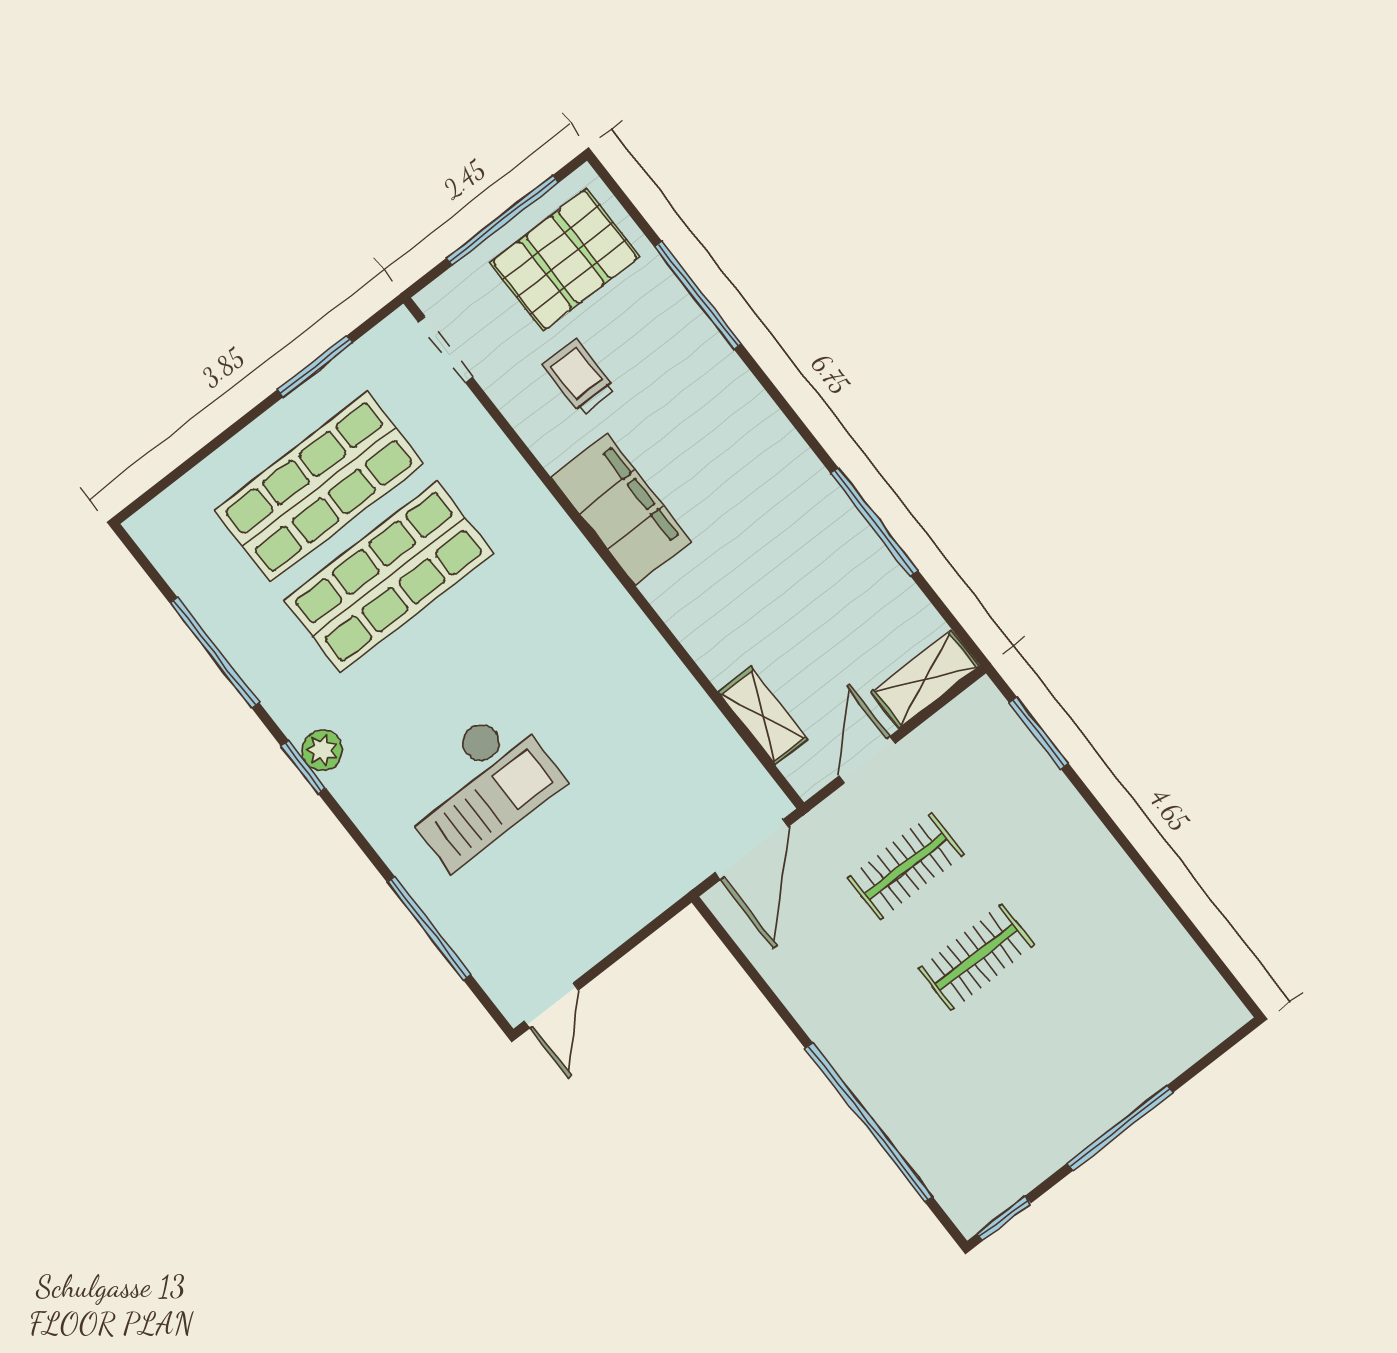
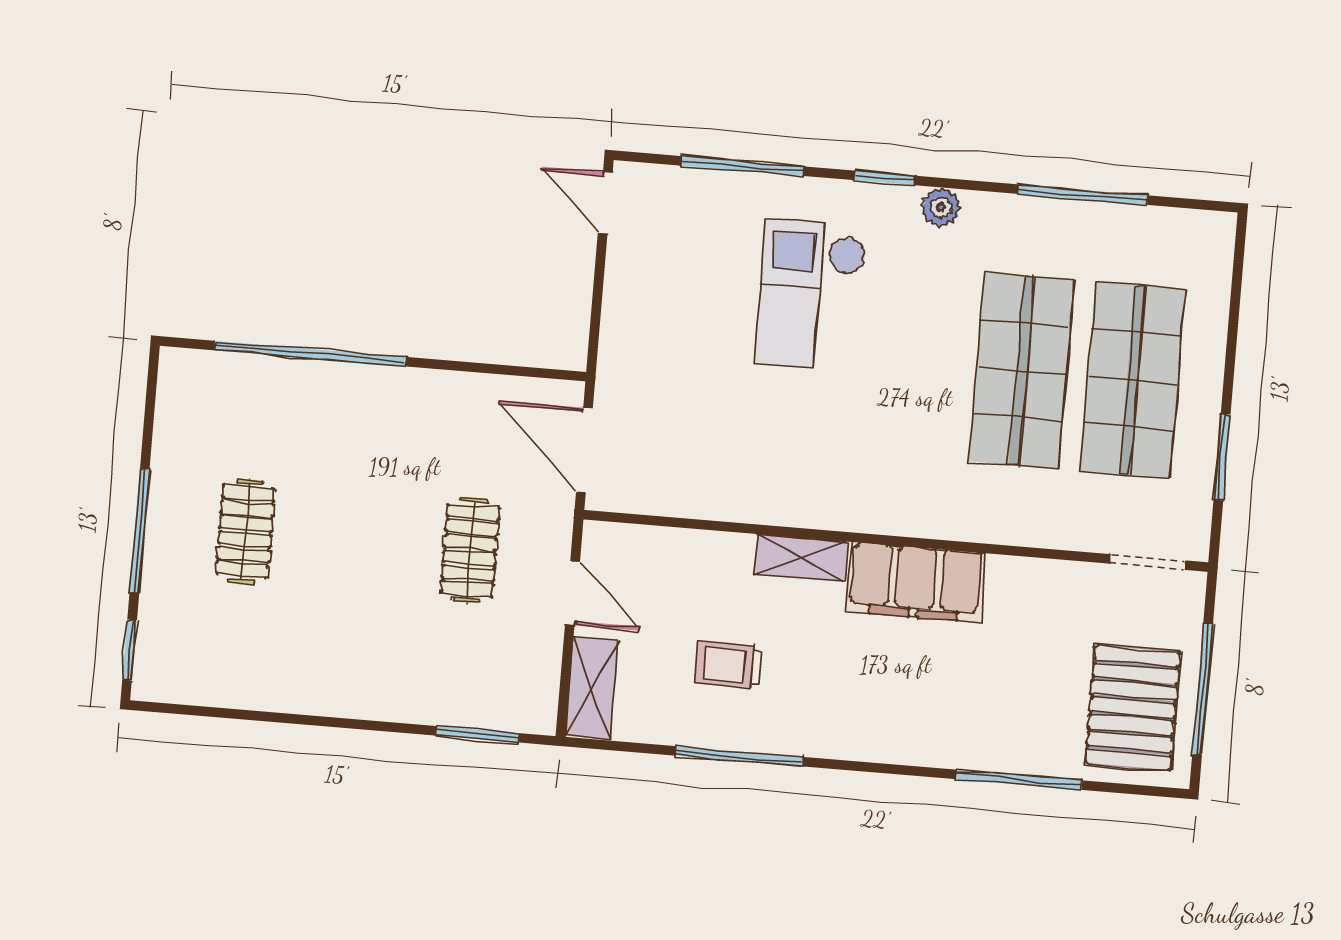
trolley: (579, 377) -> (729, 665), moved, turned 180
shelving: (763, 716) -> (801, 558), moved
window: (303, 767) -> (884, 178), moved
clothes rail: (977, 957) -> (245, 531), moved
window: (1004, 1219) -> (130, 650), moved

